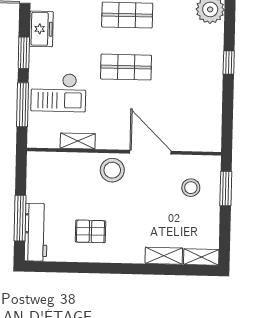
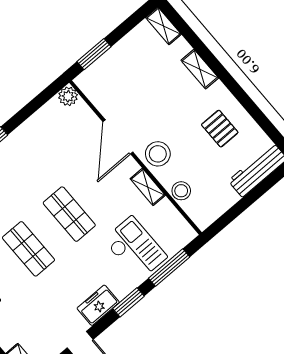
shelving: (78, 141) -> (148, 187), moved
plant: (212, 142) -> (68, 96), added
stool: (191, 188) -> (181, 191), moved
window: (20, 218) -> (258, 192), removed
shelving: (164, 256) -> (200, 69), moved

